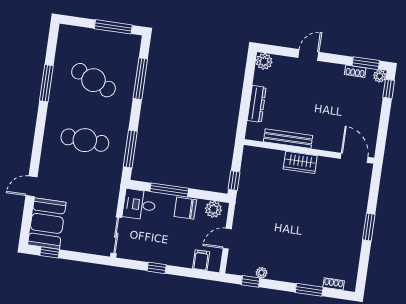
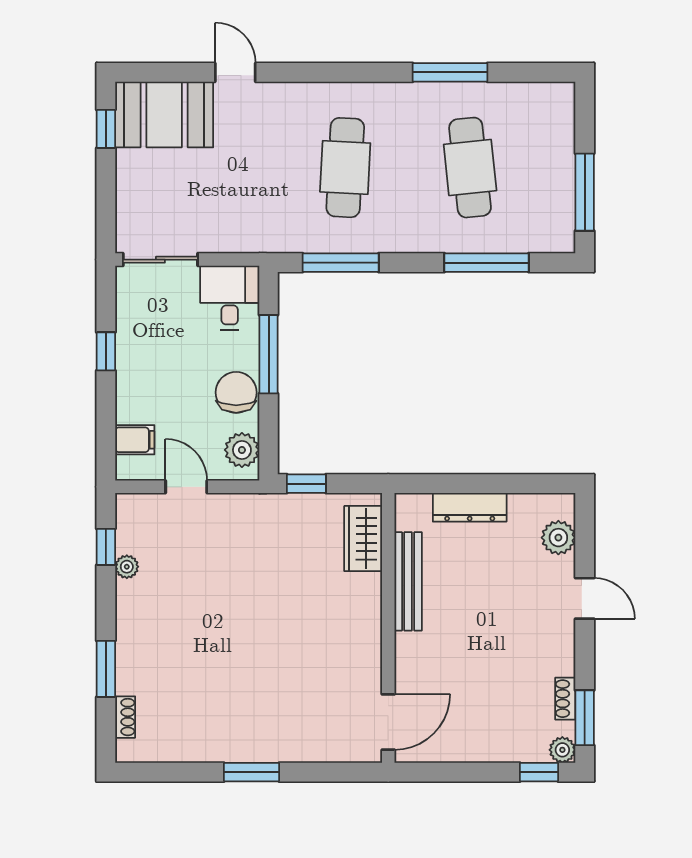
plant: (264, 61) -> (558, 538), moved
cafe table: (93, 80) -> (470, 168), turned -30
wardrobe: (300, 162) -> (363, 539), moved

